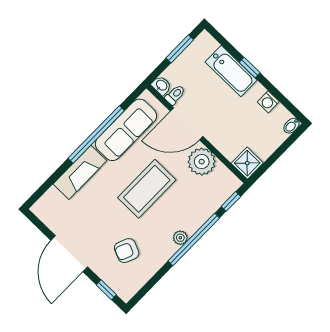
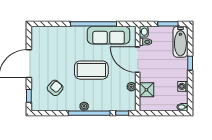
bathtub: (231, 71) -> (180, 42), moved
plant: (202, 162) -> (131, 87), width x0.53, depth x0.53
shower: (247, 163) -> (146, 90), moved
fireplace: (80, 172) -> (70, 33), removed
armchair: (127, 251) -> (55, 88), turned 108

